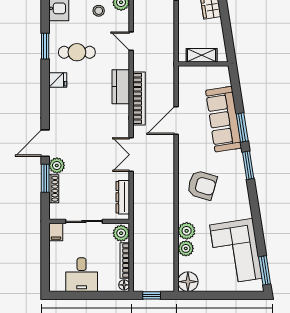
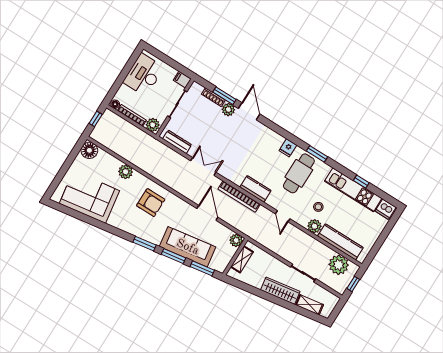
door: (131, 41) -> (283, 216), swing flipped
cafe table: (77, 52) -> (299, 173), width x1.37, depth x1.35
armchair: (202, 185) -> (151, 203), turned -106
plant: (186, 248) -> (236, 240), moved
window: (265, 270) -> (202, 268), moved
desk: (82, 275) -> (144, 75), width x1.37

